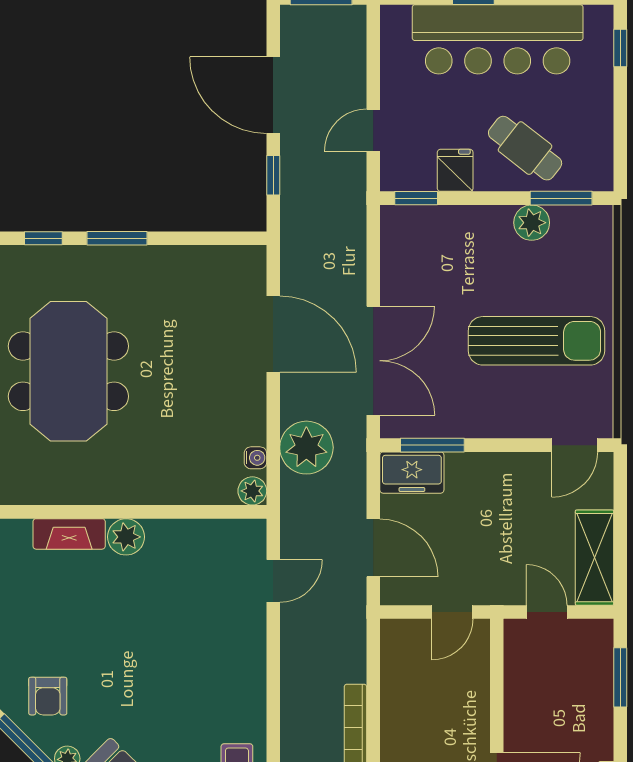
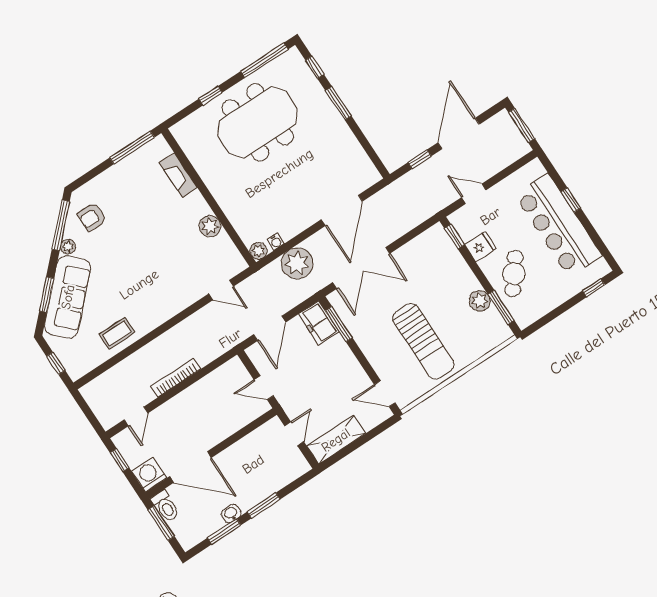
plant: (126, 537) -> (210, 226), moved
window: (620, 677) -> (264, 505), moved

